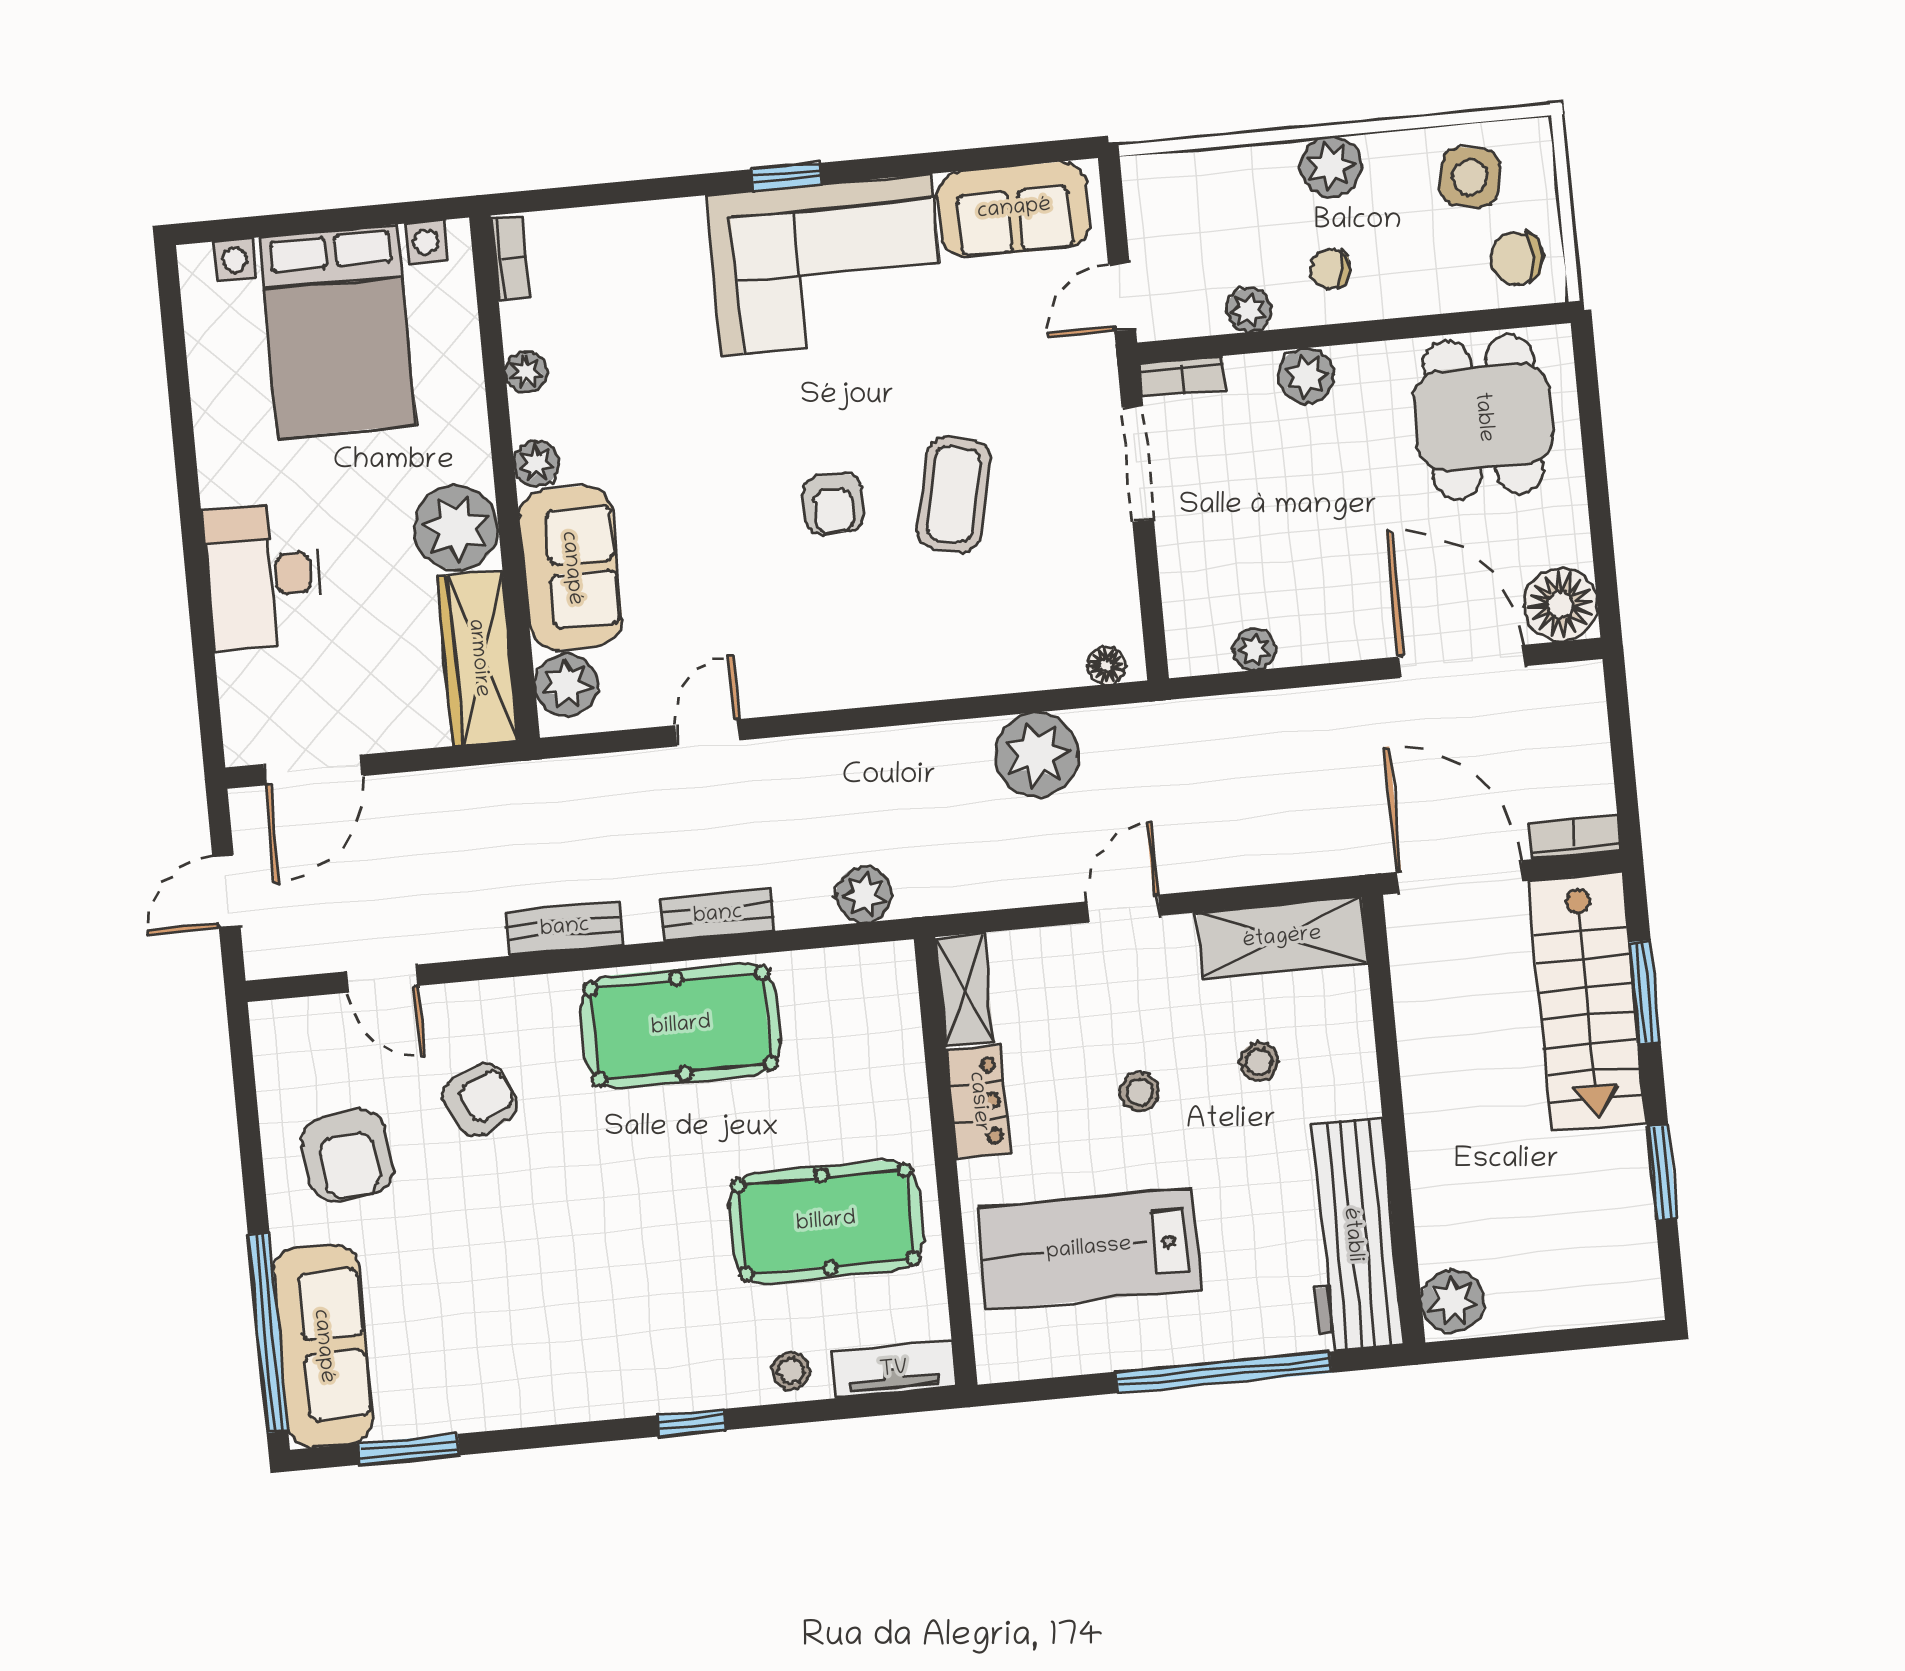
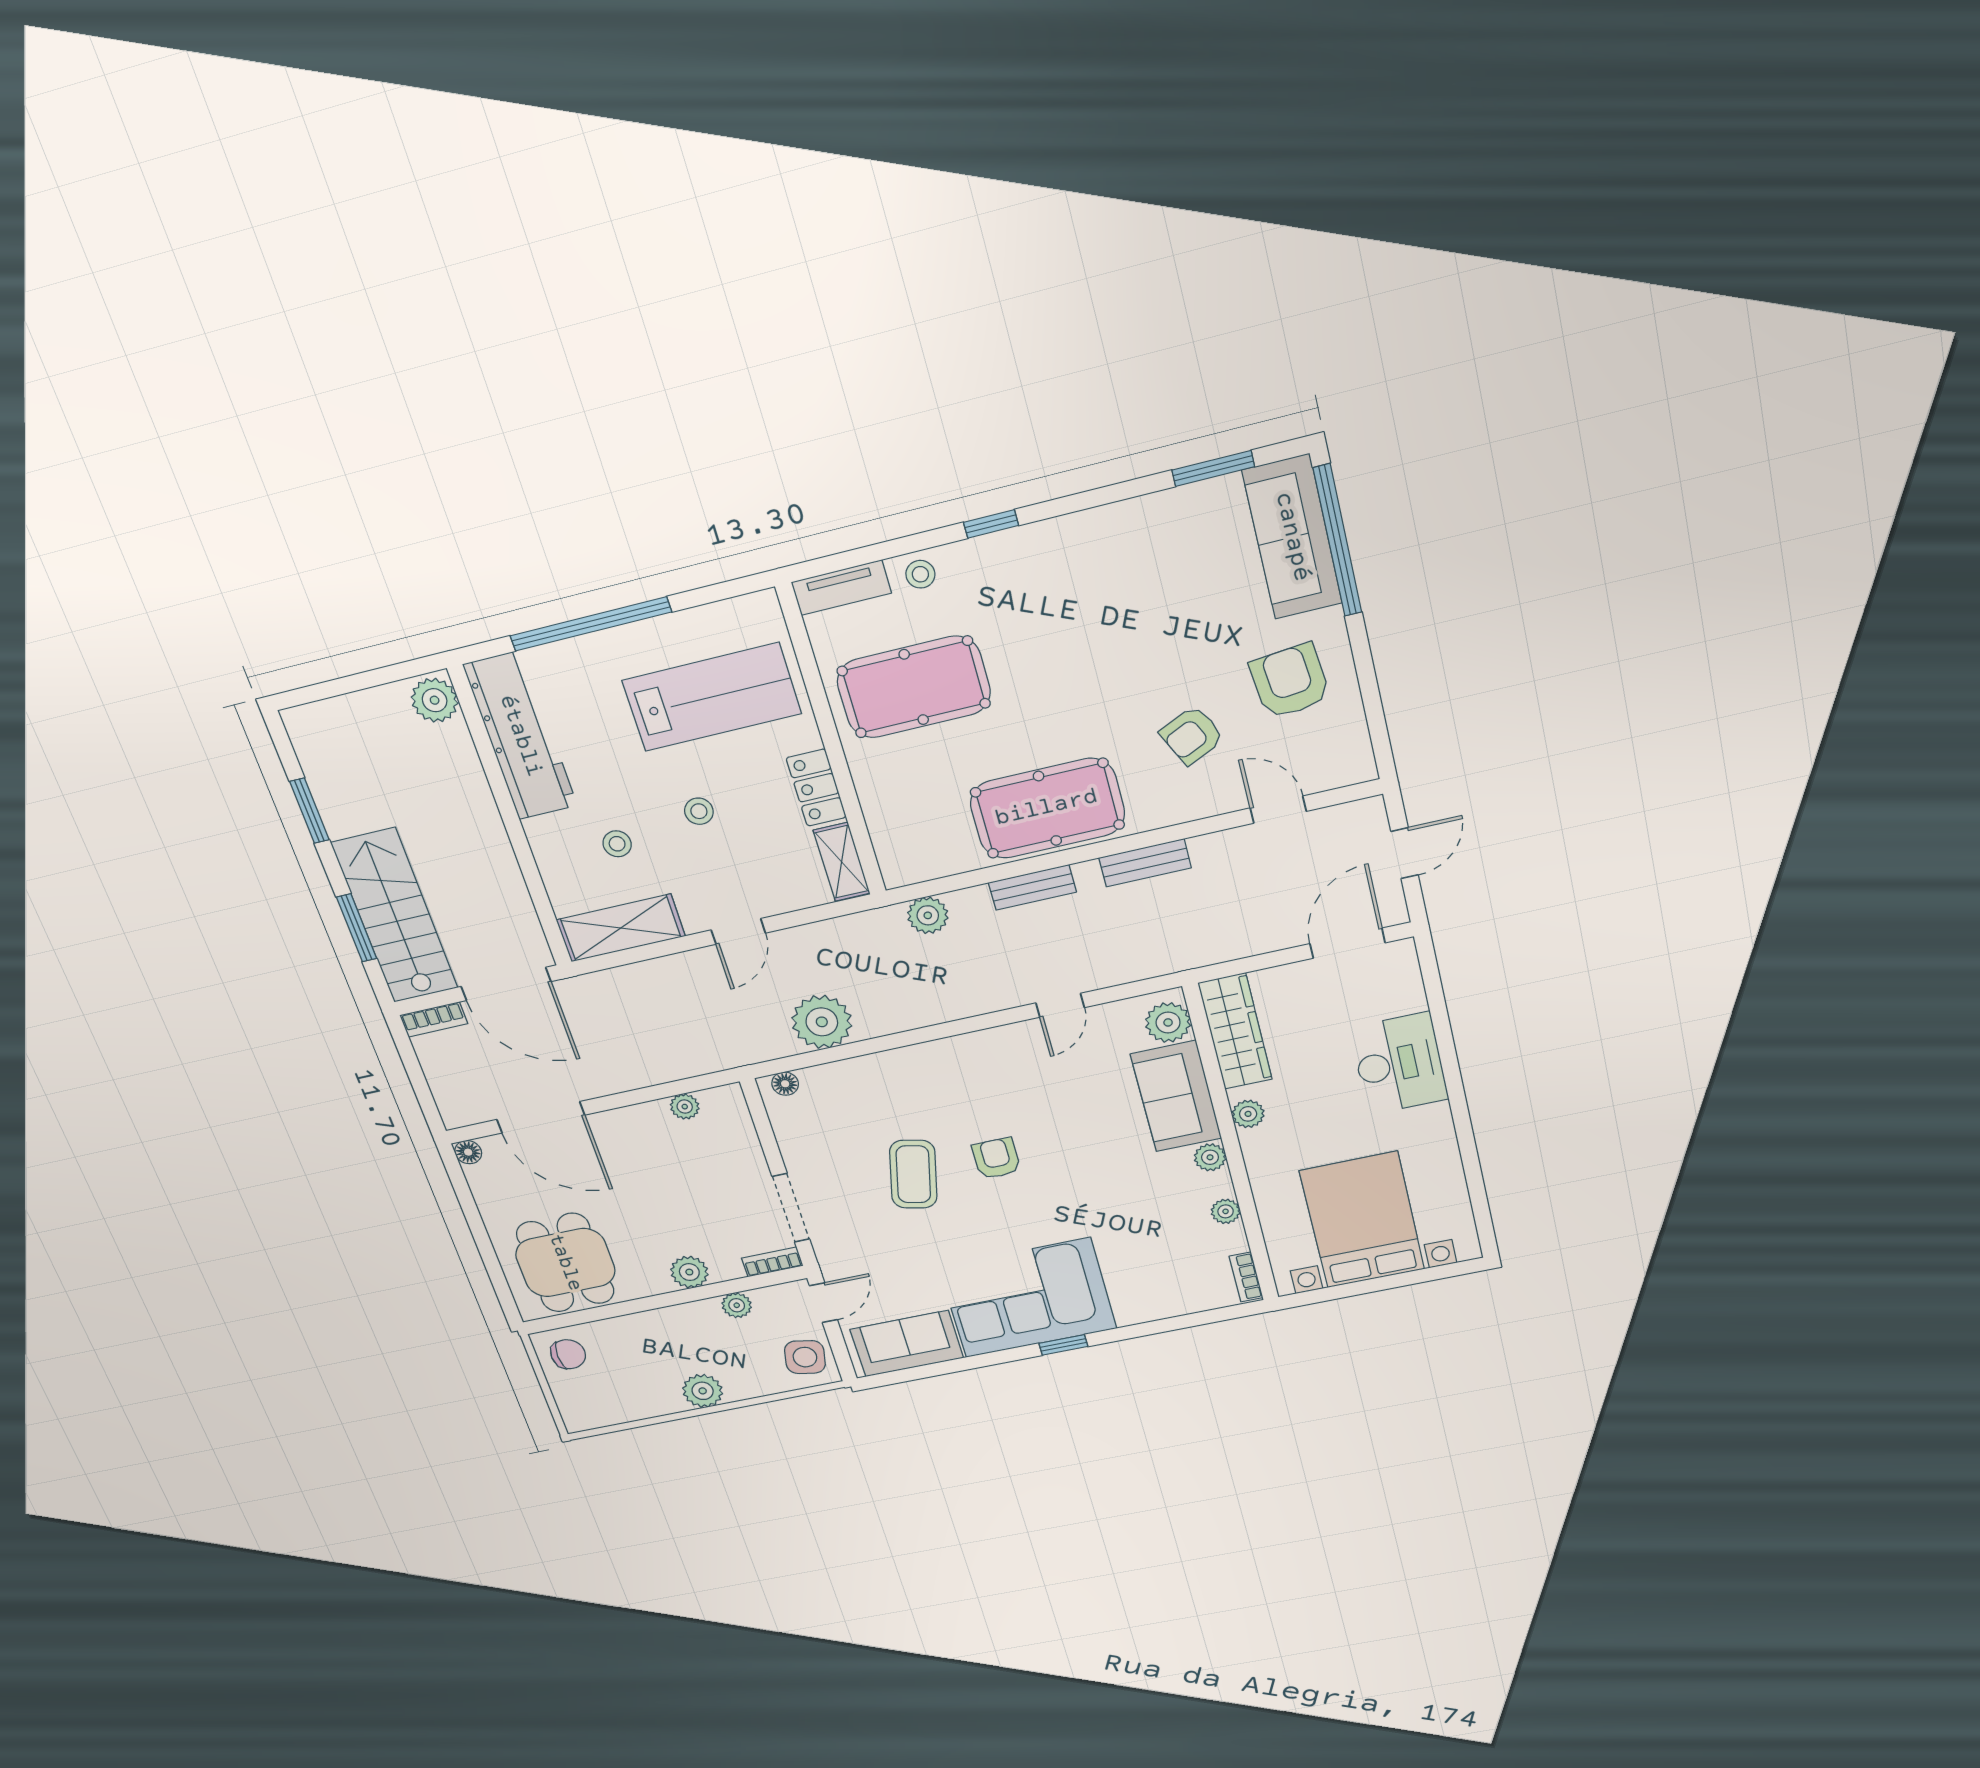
side table: (1470, 177) -> (805, 1357), moved
chair: (1330, 269) -> (689, 1334), removed
plant: (456, 528) -> (1248, 1114), width x0.53, depth x0.53
floor lamp: (1561, 605) -> (468, 1152), width x0.53, depth x0.53

